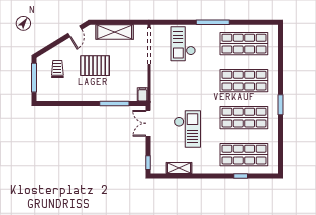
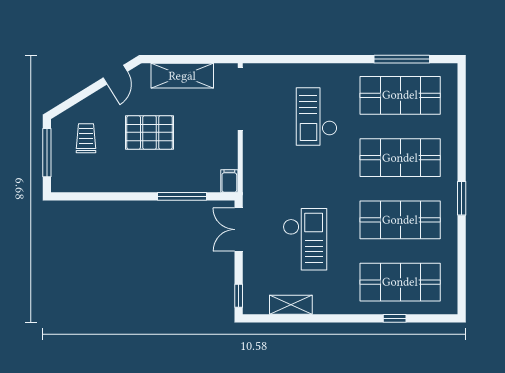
window: (213, 22) -> (402, 59), moved
checkout: (183, 44) -> (317, 116), moved

